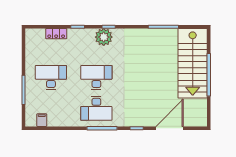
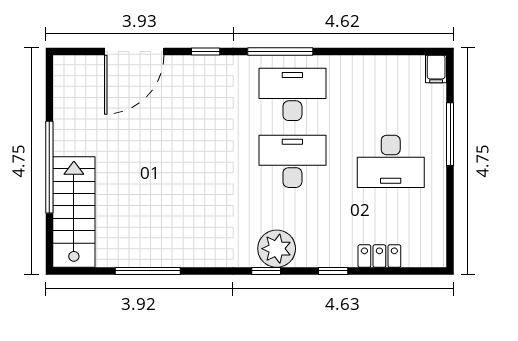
stairs: (193, 63) -> (74, 212), width x0.73, depth x0.66
desk: (96, 77) -> (292, 161), turned 180
filing cabinet: (42, 120) -> (436, 69), moved

